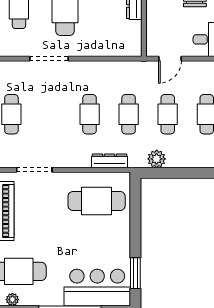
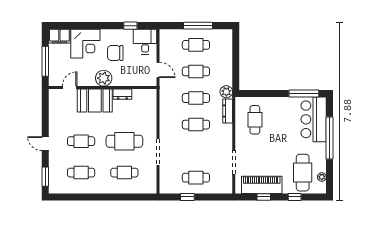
plant: (157, 159) -> (226, 92), moved
cafe table: (97, 201) -> (255, 120), width x0.73, depth x0.74
window: (135, 273) -> (304, 93), width x1.44

